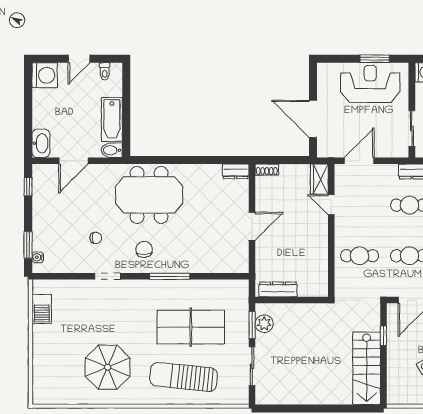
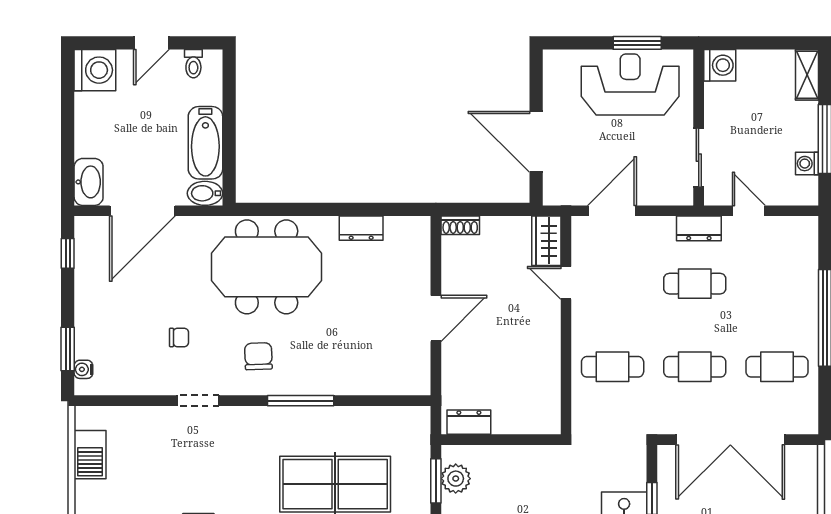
door: (73, 161) -> (142, 211), width x1.36
dresser: (236, 171) -> (361, 228), moved
dresser: (278, 289) -> (469, 422), width x0.70

